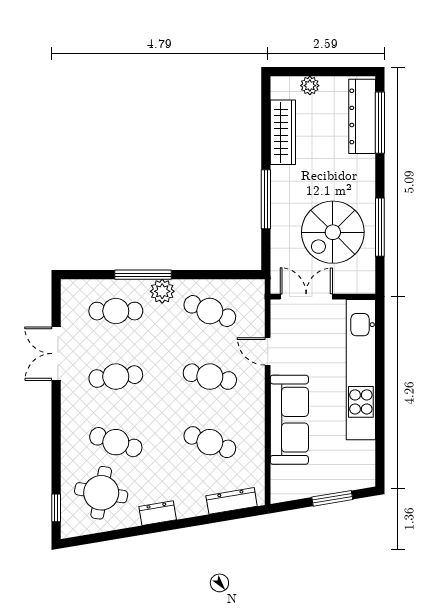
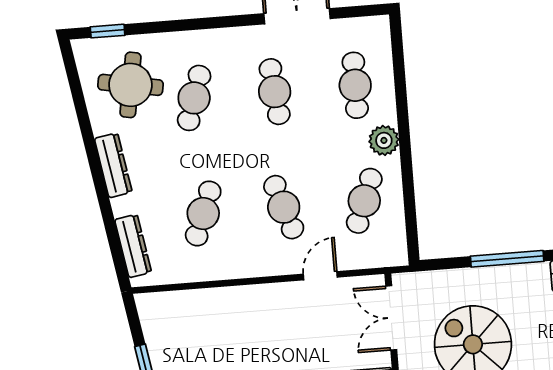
window: (143, 275) -> (403, 115), removed
double door: (306, 297) -> (391, 318), swing flipped
cafe table: (210, 377) -> (284, 207), turned -30
sofa: (289, 420) -> (238, 309), removed
dresser: (158, 513) -> (113, 165), width x1.44

